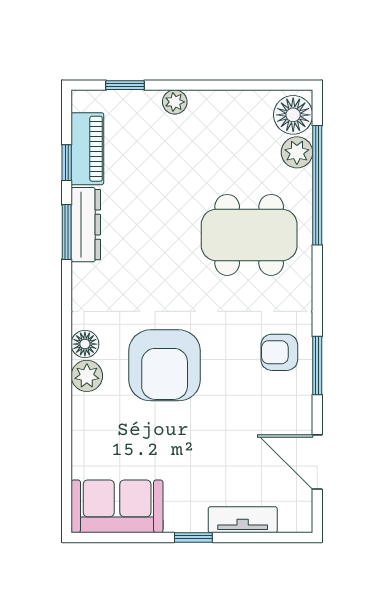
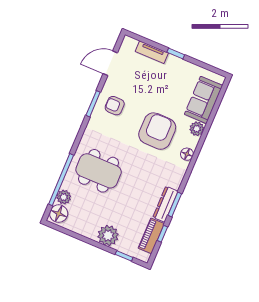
plant: (175, 102) -> (108, 235), width x1.88, depth x1.88
armchair: (279, 352) -> (115, 106), moved, turned 180
plant: (87, 376) -> (197, 129), moved
door: (317, 462) -> (110, 63), swing flipped
sofa: (117, 506) -> (204, 100), moved, turned 90

